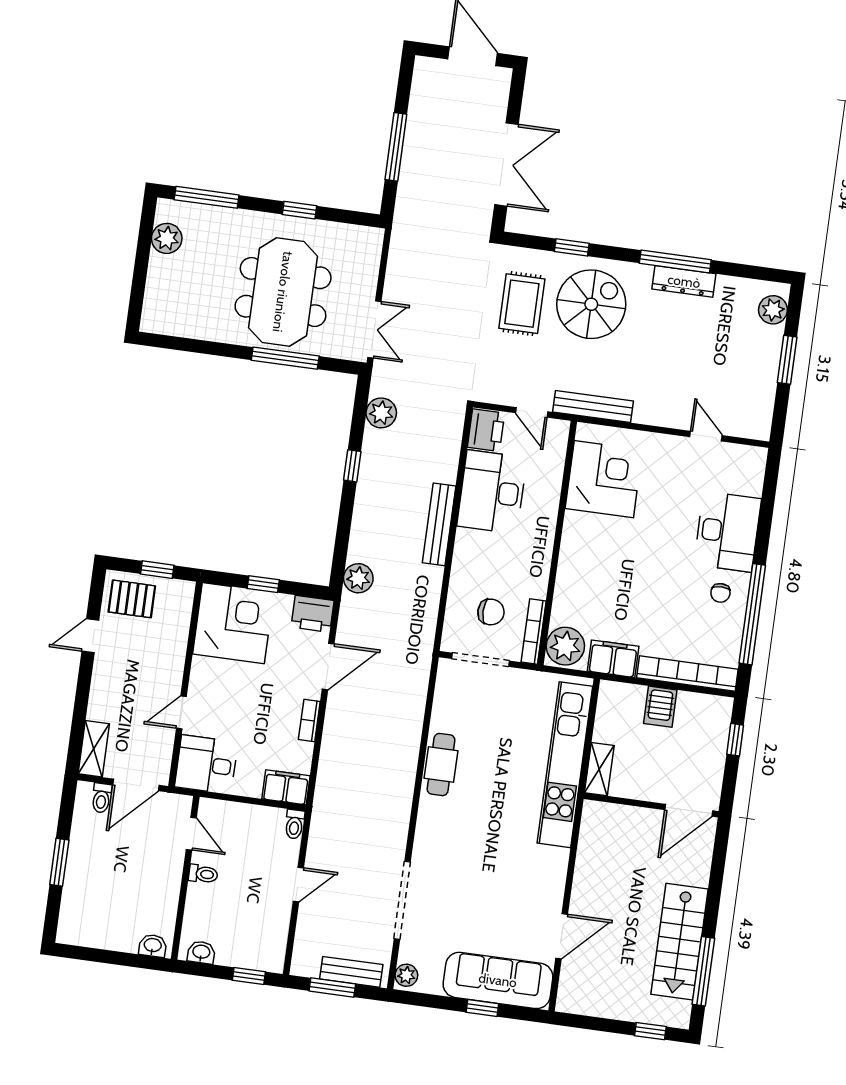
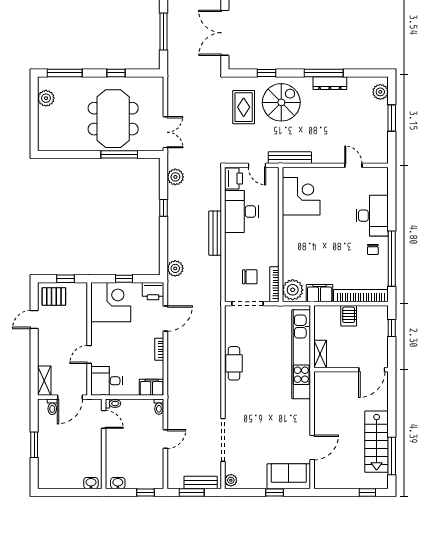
double door: (506, 164) -> (225, 33), swing flipped
toilet: (203, 874) -> (113, 404), moved
sofa: (498, 980) -> (289, 476), width x0.73

